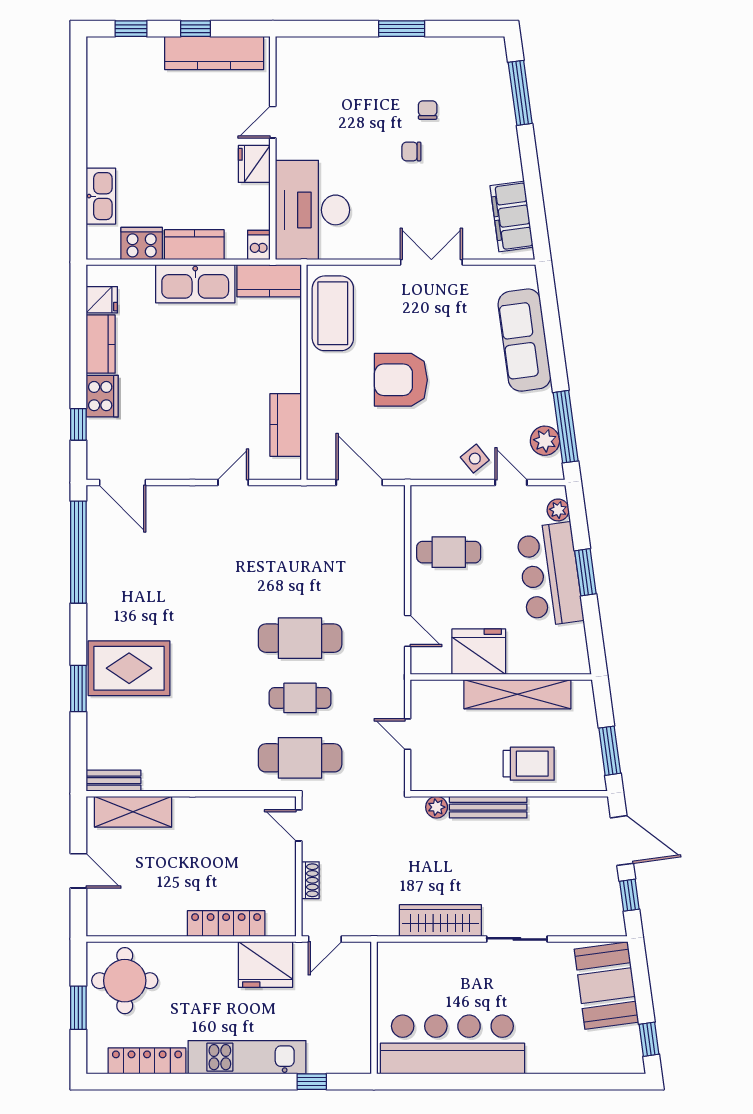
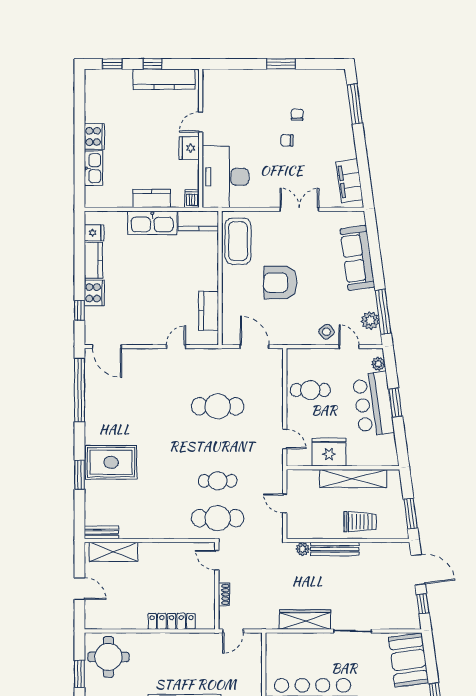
cooker: (142, 243) -> (94, 136), moved, turned 90
cafe table: (300, 638) -> (218, 406), moved
fridge: (265, 964) -> (196, 647), removed

